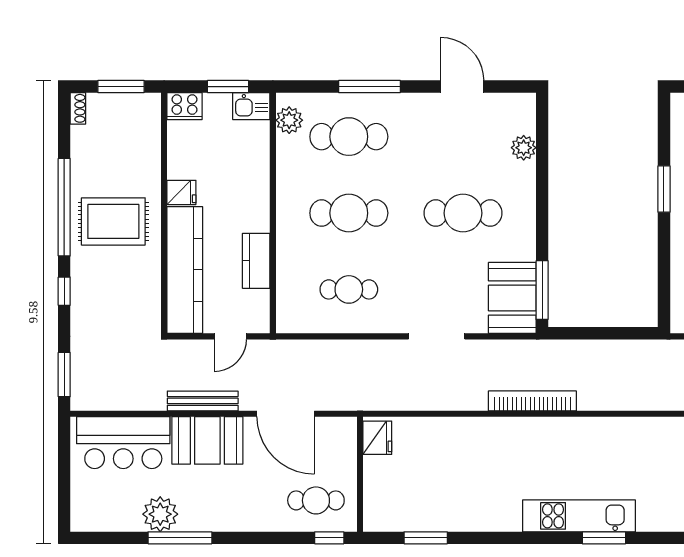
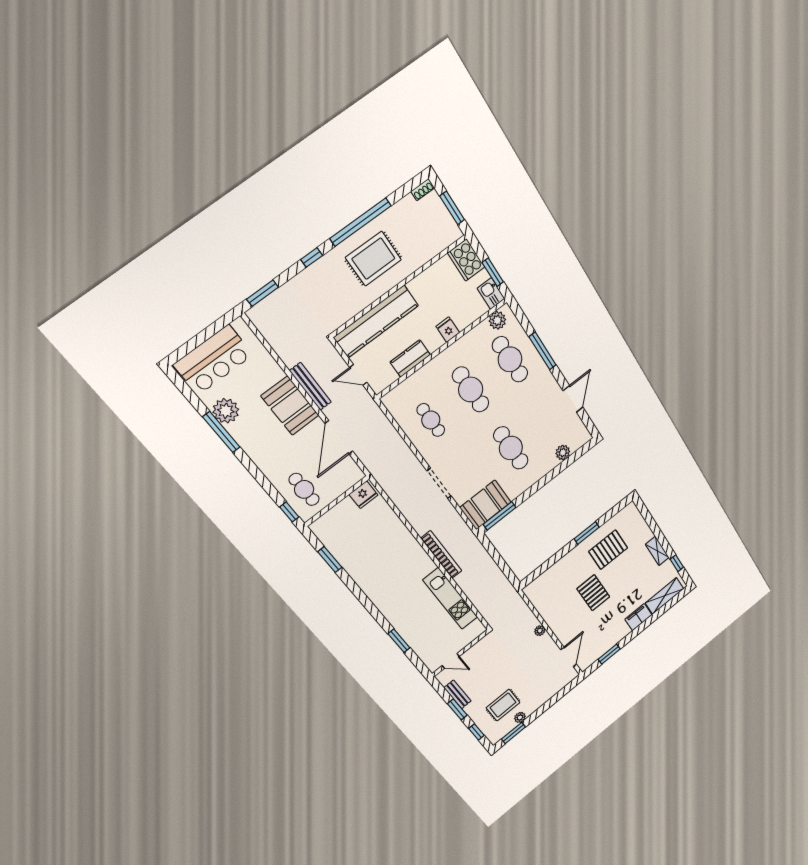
cooker: (185, 106) -> (466, 260), width x1.37, depth x1.31
fridge: (181, 192) -> (448, 330), moved, turned 180
rug: (113, 221) -> (373, 259), turned 90
bar counter: (123, 443) -> (213, 360), moved, turned -90
kitchen unit: (579, 516) -> (450, 599), moved, turned 180

